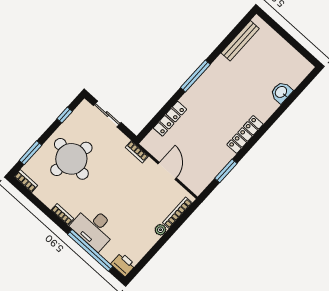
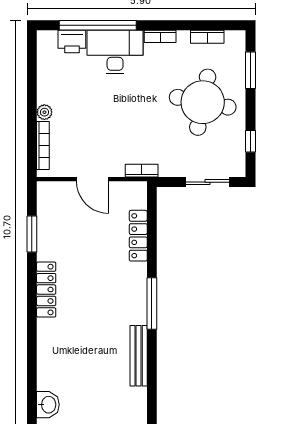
bench: (240, 41) -> (139, 356), moved
washbasin: (281, 92) -> (48, 405), moved
bookcase: (26, 181) -> (207, 37), moved
printer: (123, 265) -> (72, 41), moved

